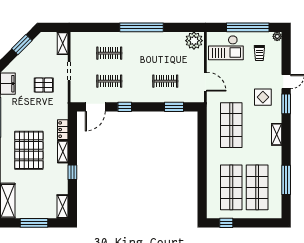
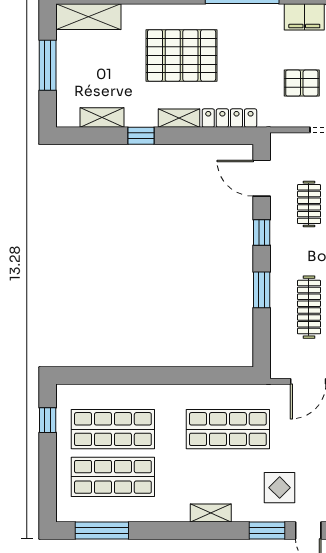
clothes rail: (165, 81) -> (309, 307), width x1.36
pallet: (44, 85) -> (302, 83), turned 90
window: (174, 107) -> (262, 290), moved
locker: (63, 130) -> (229, 118), width x1.53
window: (286, 180) -> (102, 530), moved
shelving: (62, 206) -> (102, 118), moved

